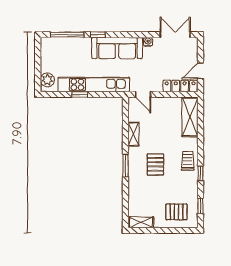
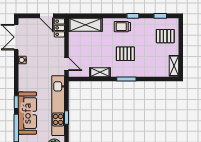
sofa: (117, 48) -> (27, 113), moved
locker: (180, 86) -> (59, 28), width x0.66
door: (143, 94) -> (66, 64), hinge flipped
pallet: (176, 212) -> (165, 36), turned 90

